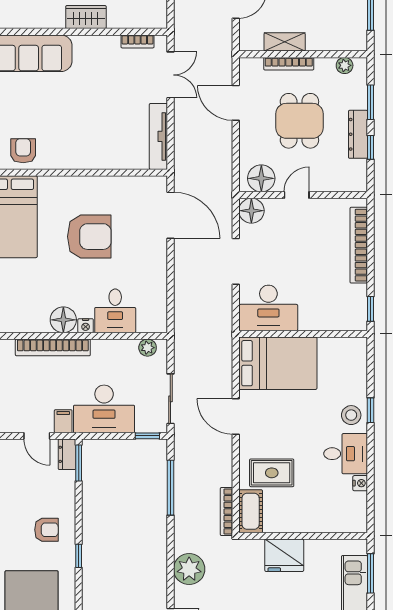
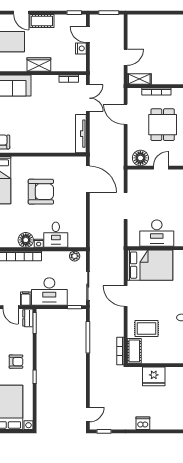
shelving: (285, 42) -> (139, 79), moved
floor lamp: (251, 211) -> (135, 177), removed
desk: (268, 308) -> (157, 233), moved
plant: (189, 569) -> (99, 384), removed

